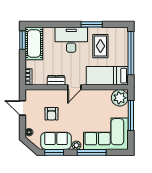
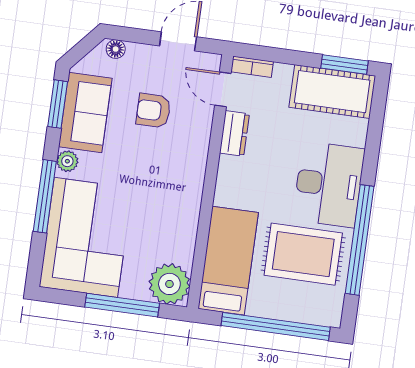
window: (92, 24) -> (360, 240), width x2.11
rug: (100, 46) -> (303, 254), width x1.36, depth x1.43
door: (74, 87) -> (223, 89), moved

